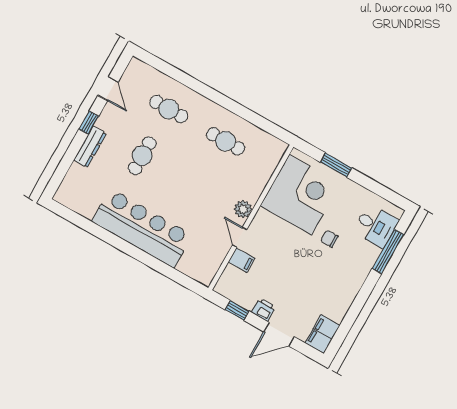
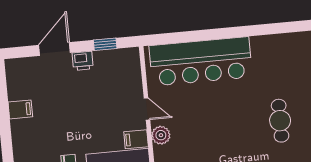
bar counter: (142, 228) -> (201, 61), moved
filing cabinet: (242, 260) -> (136, 139), moved
filing cabinet: (322, 334) -> (20, 109), moved, width x0.50

